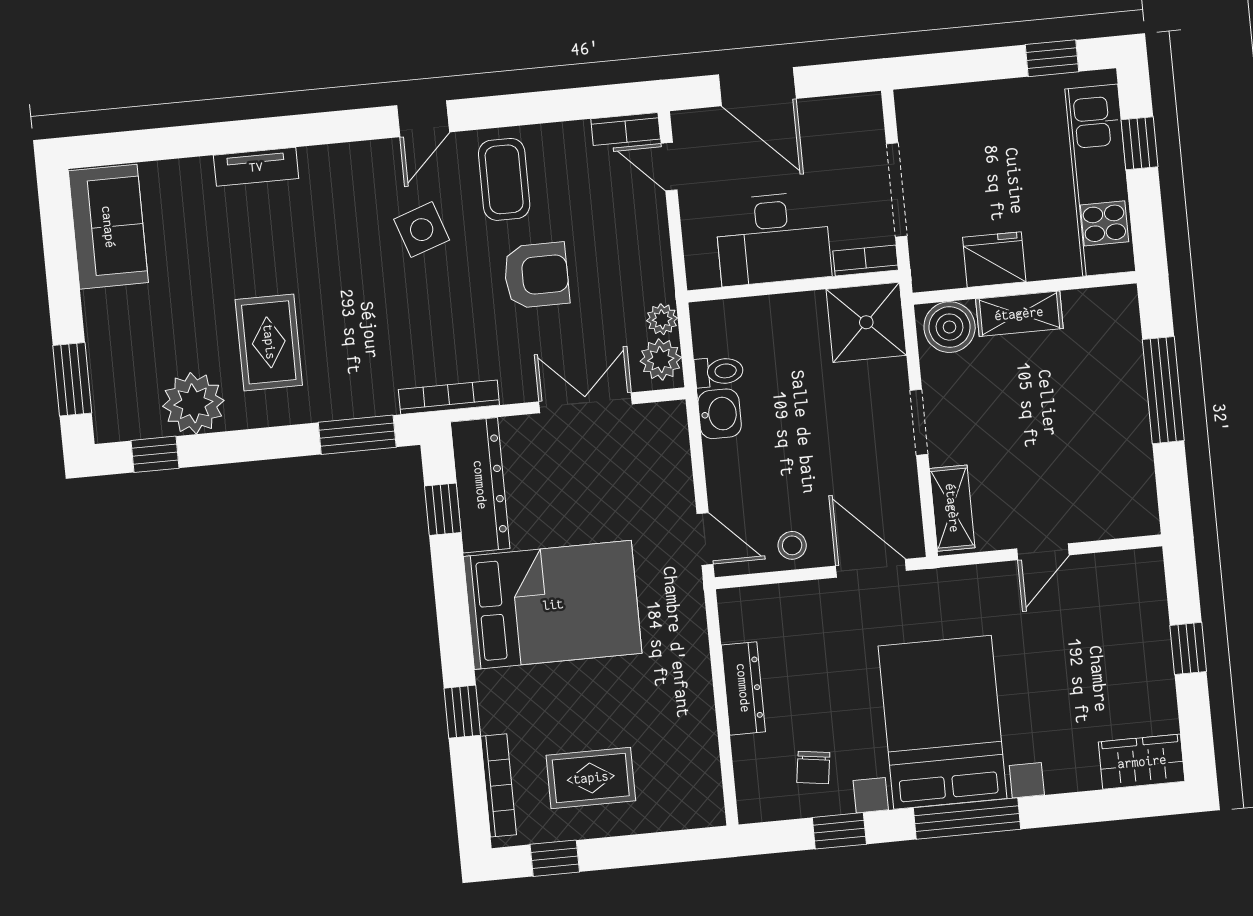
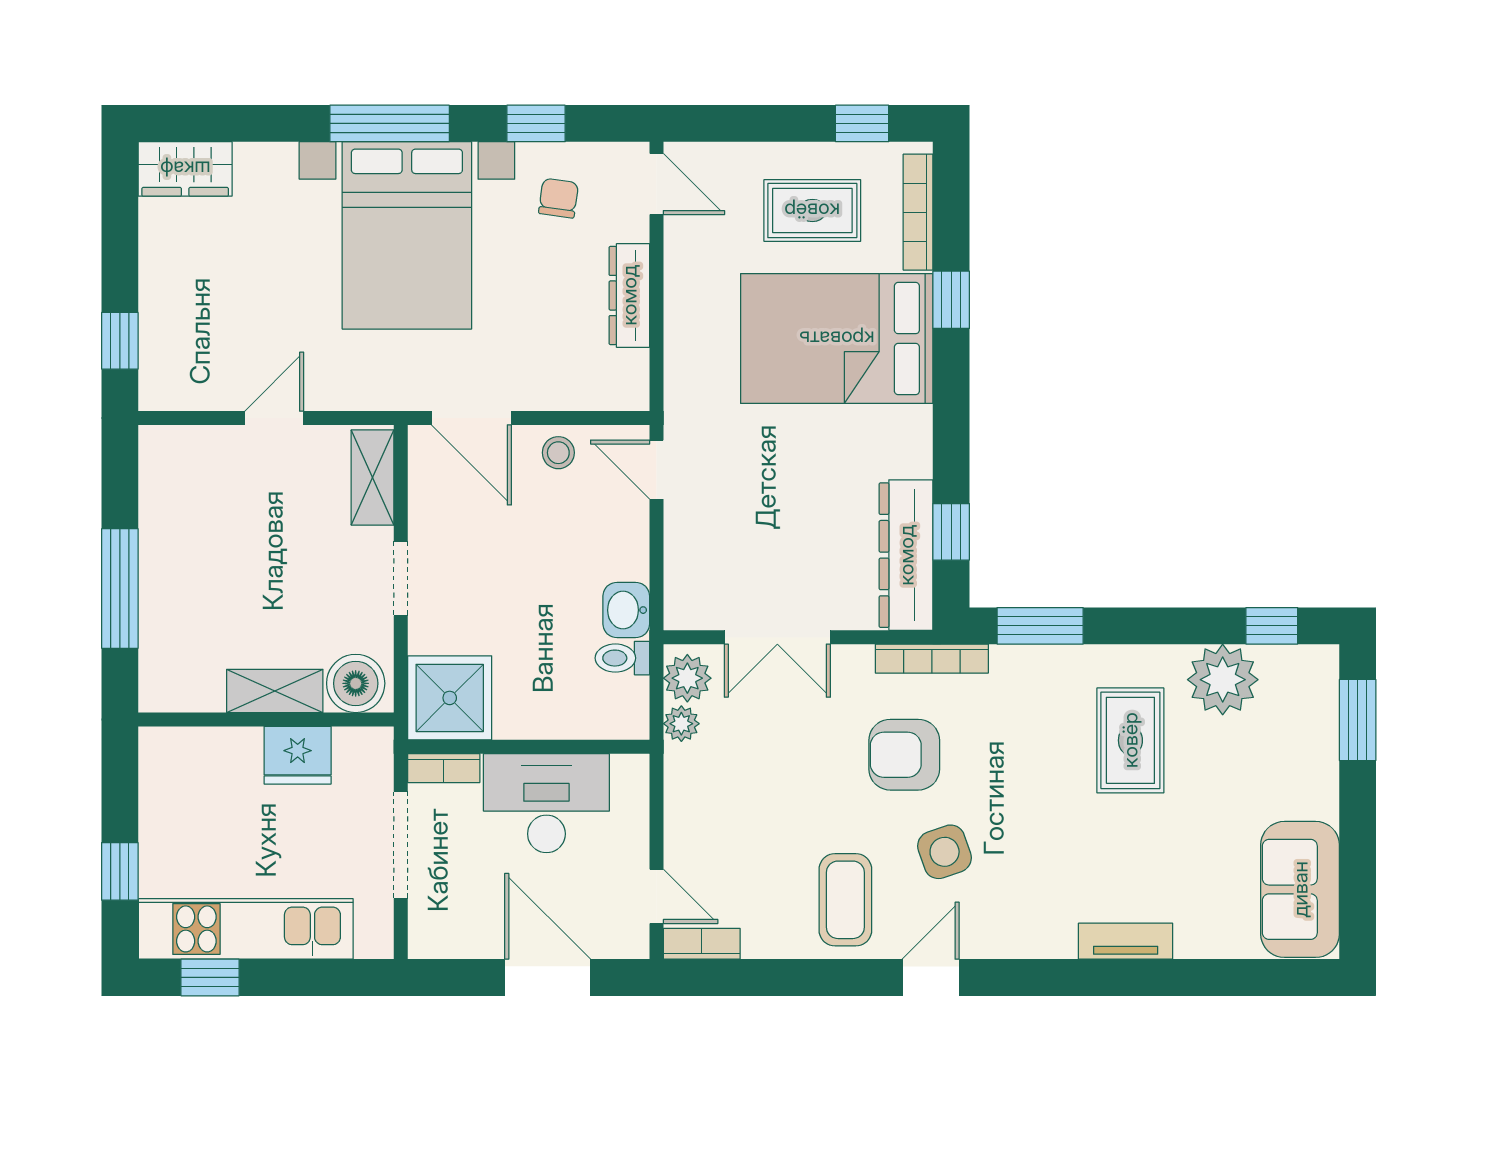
kitchen unit: (1100, 180) -> (246, 929), moved, turned -90
armchair: (536, 275) -> (904, 755), moved
bed: (553, 605) -> (837, 339), moved
window: (1188, 648) -> (120, 341), moved
door: (729, 788) -> (657, 184), added

